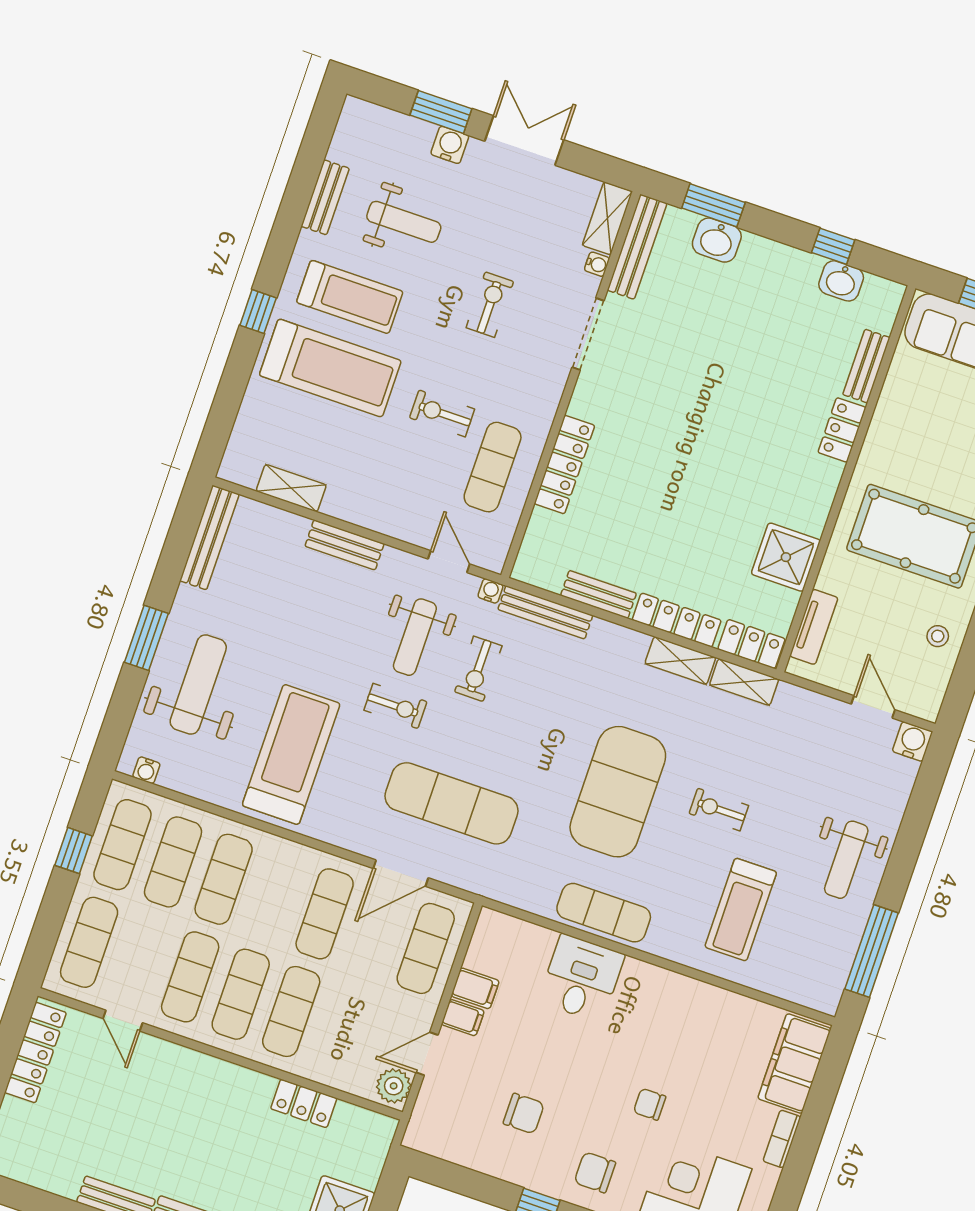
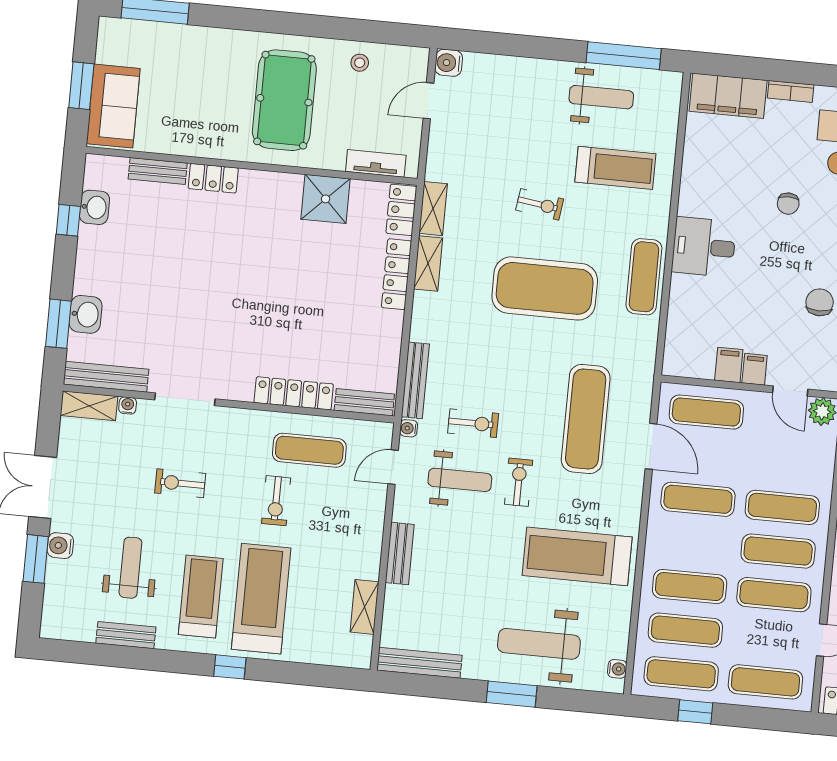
bench: (599, 594) -> (364, 402), moved, turned 90
exercise bike: (719, 809) -> (540, 204), turned -82
weight bench: (846, 860) -> (601, 97), moved
desk: (582, 978) -> (704, 247), moved

